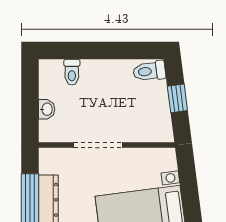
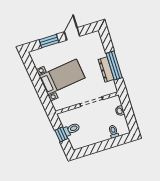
toilet: (149, 71) -> (72, 129), moved

